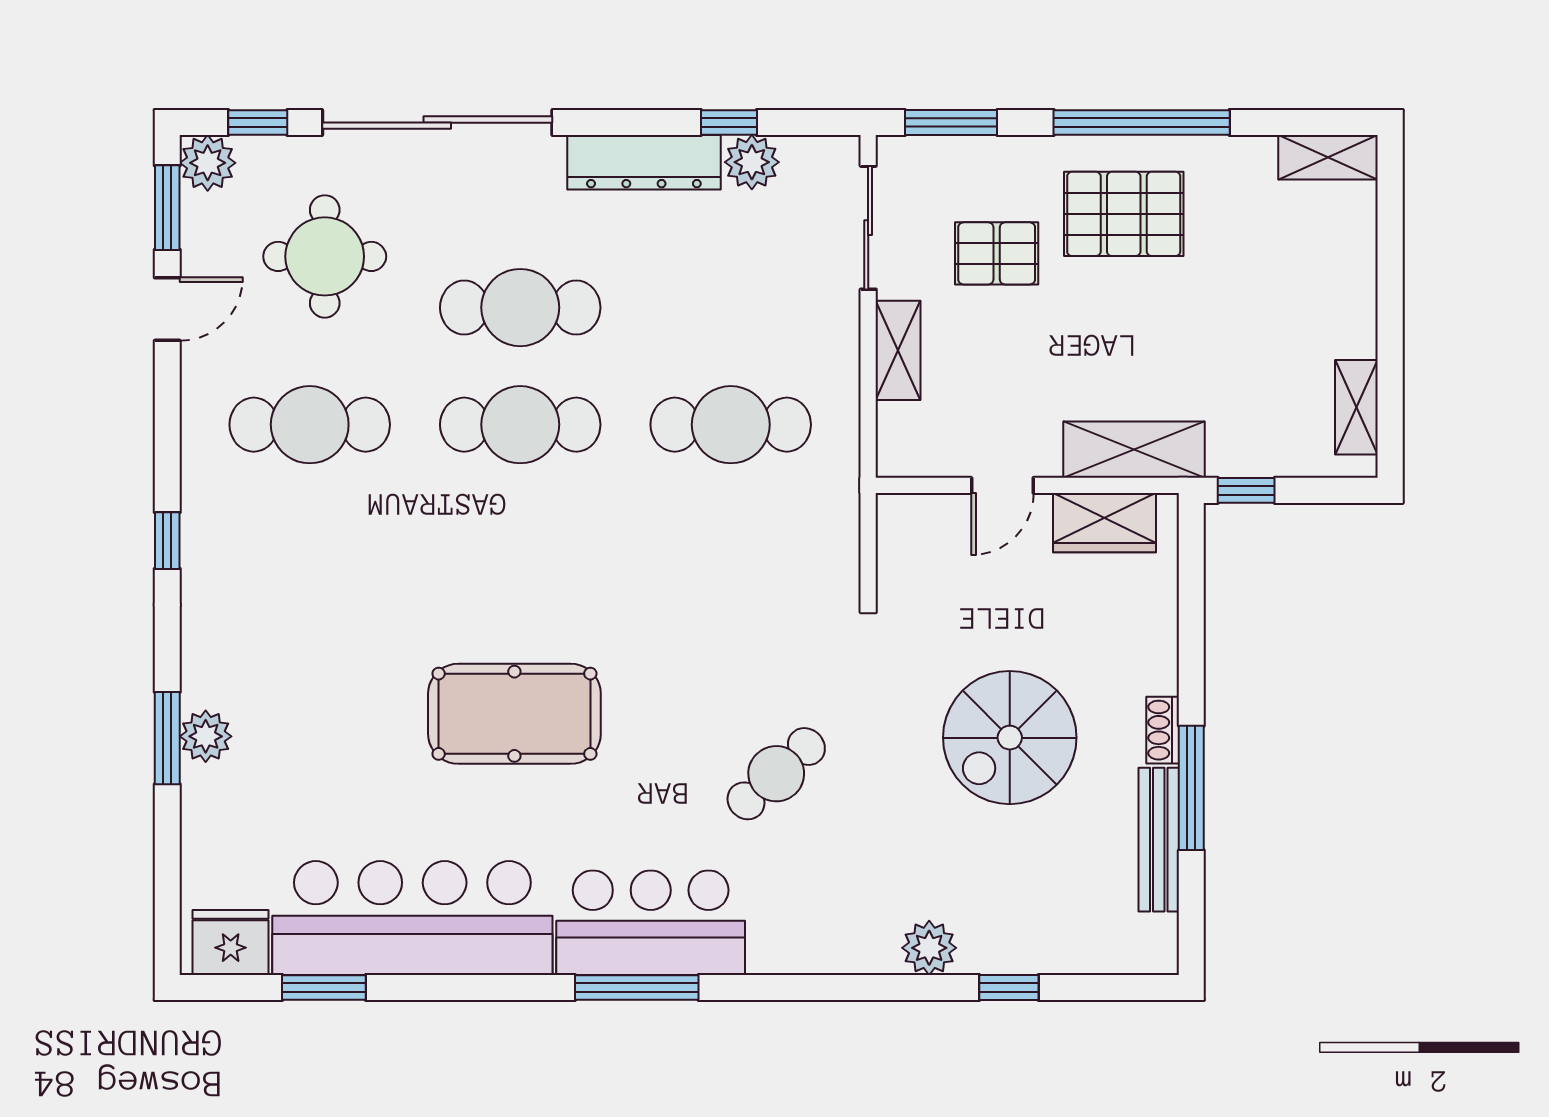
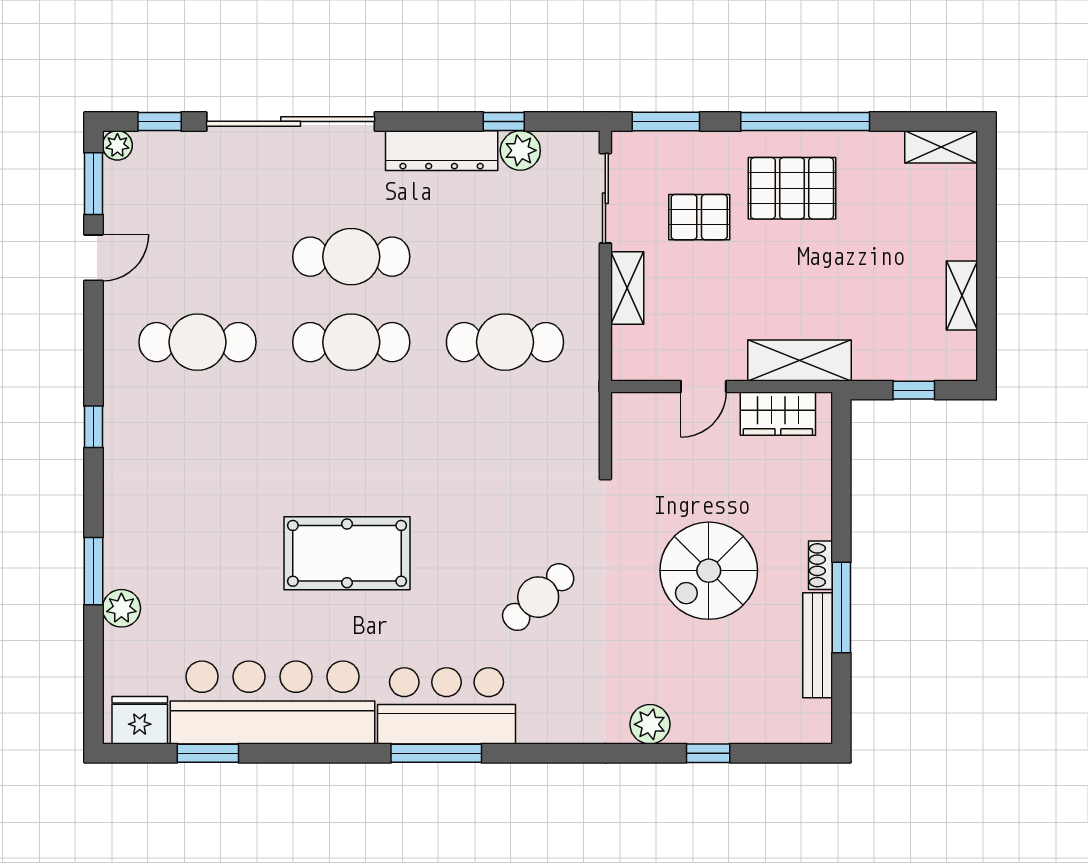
plant: (208, 163) -> (117, 145), width x0.73, depth x0.73
round table: (325, 256) -> (208, 219), removed
shelving: (1356, 407) -> (962, 296), moved
window: (1246, 490) -> (914, 390), moved
plant: (206, 736) -> (121, 608), moved

